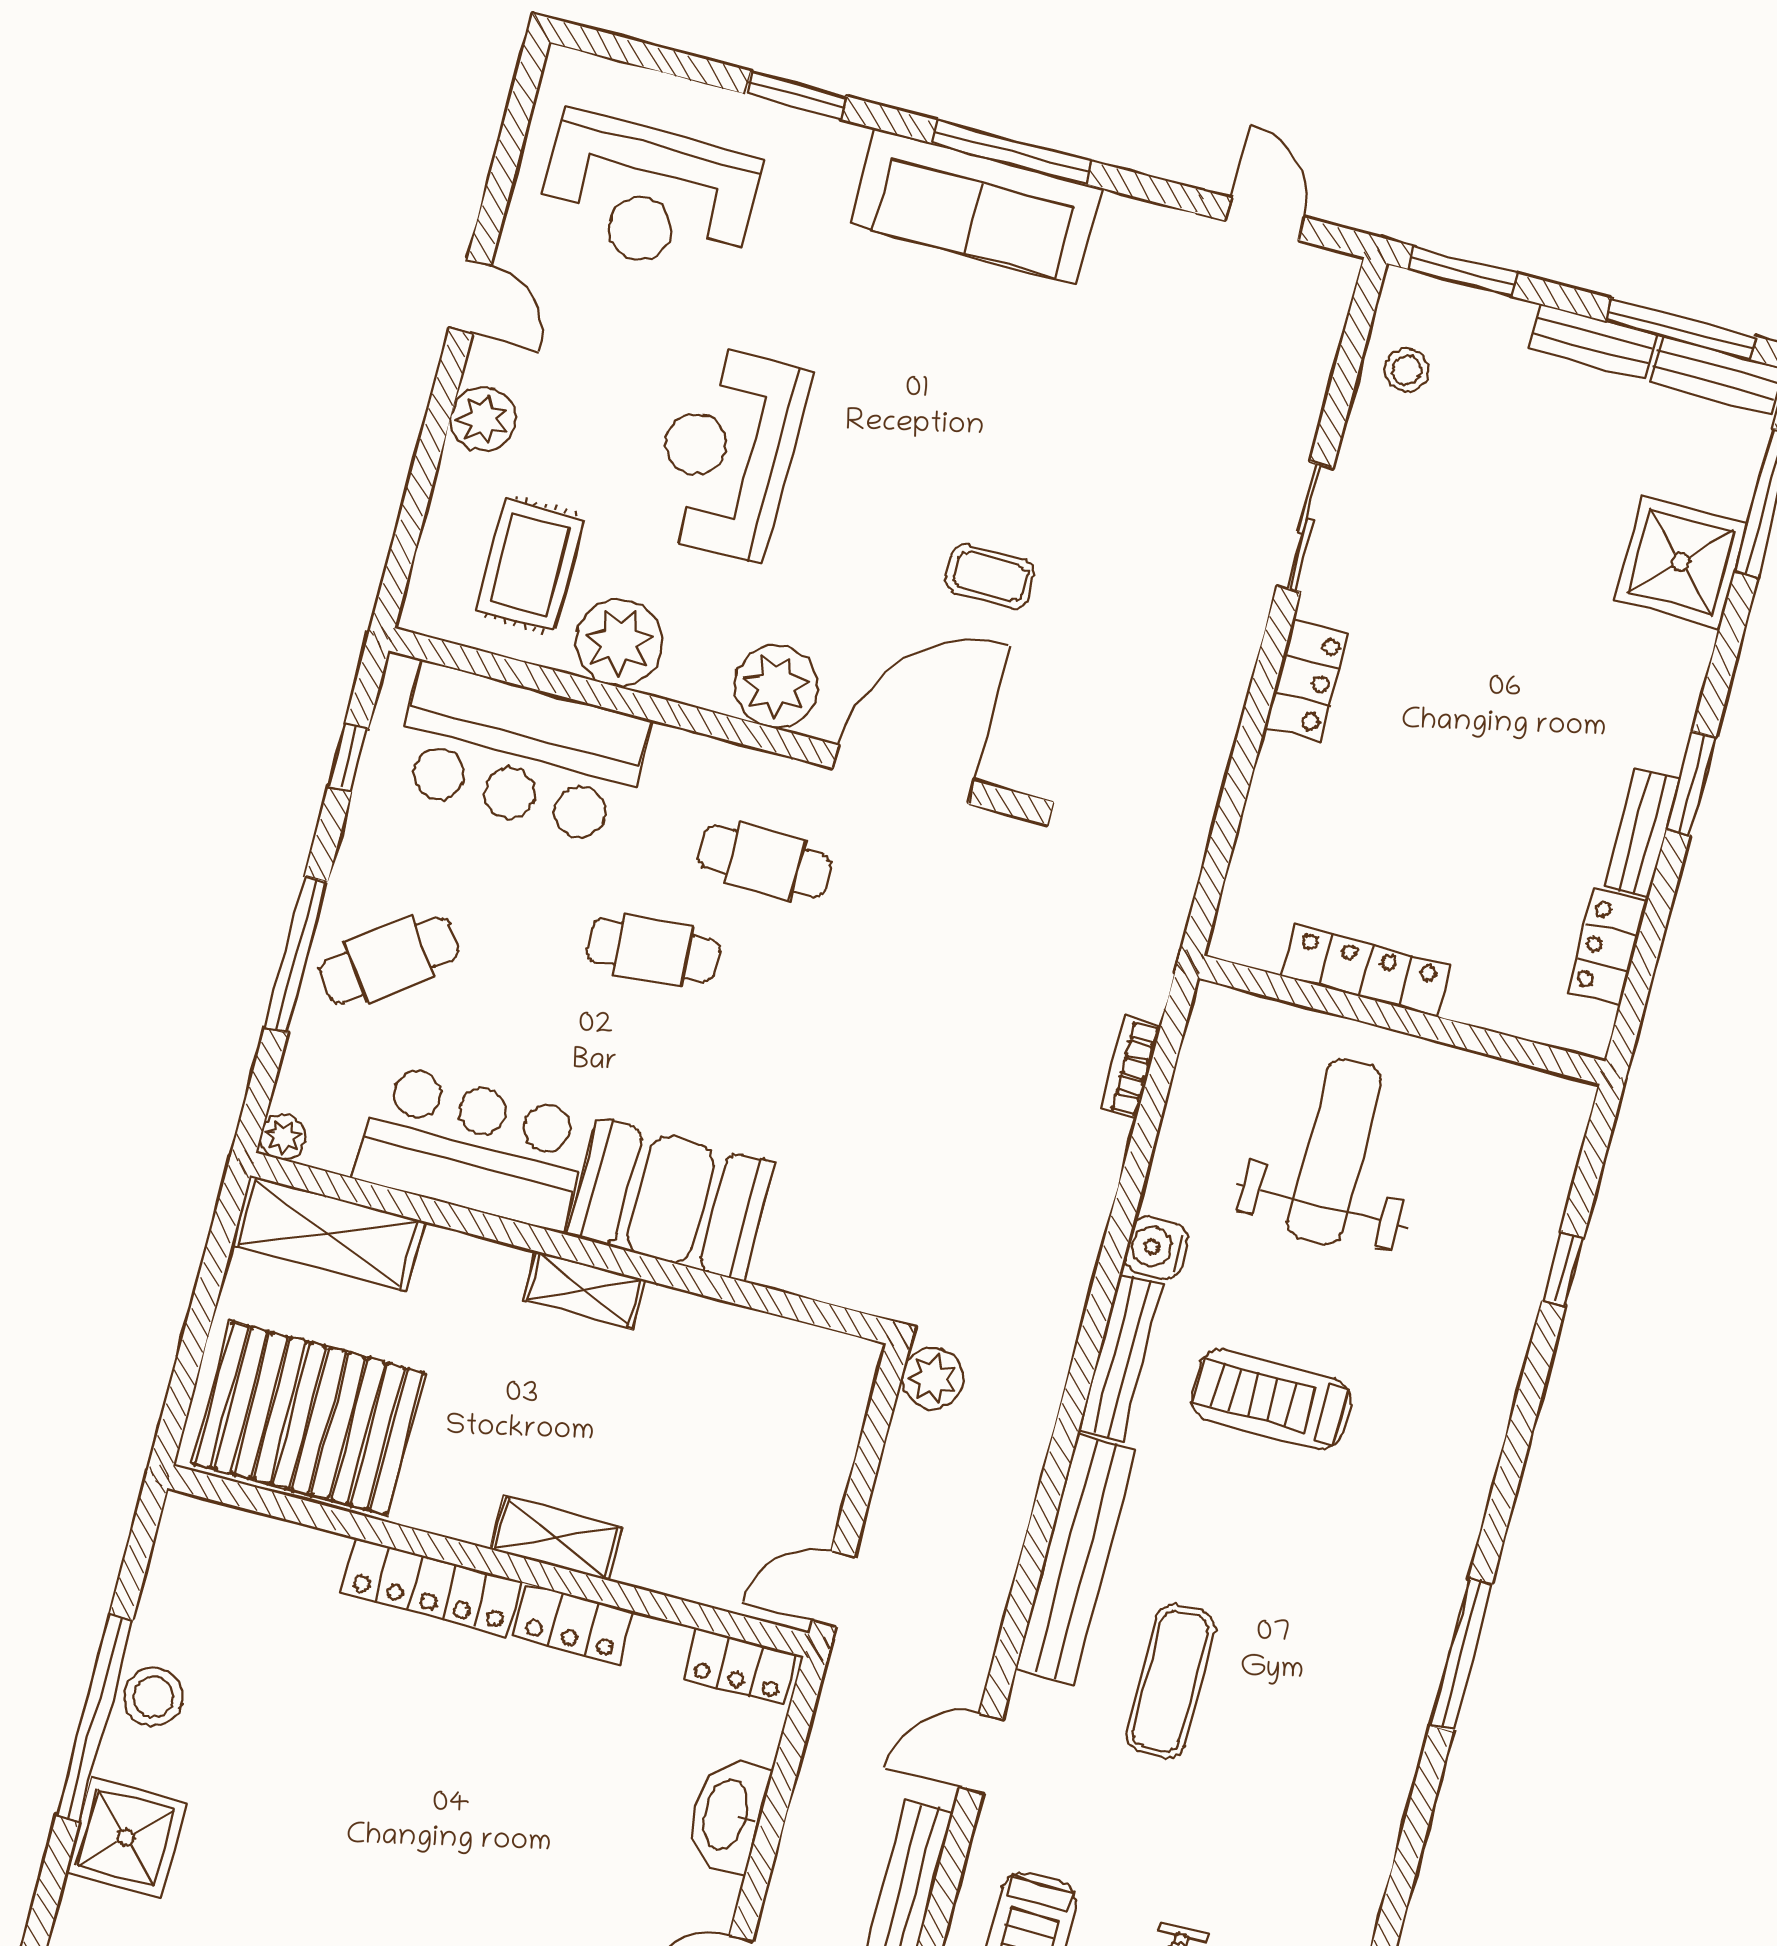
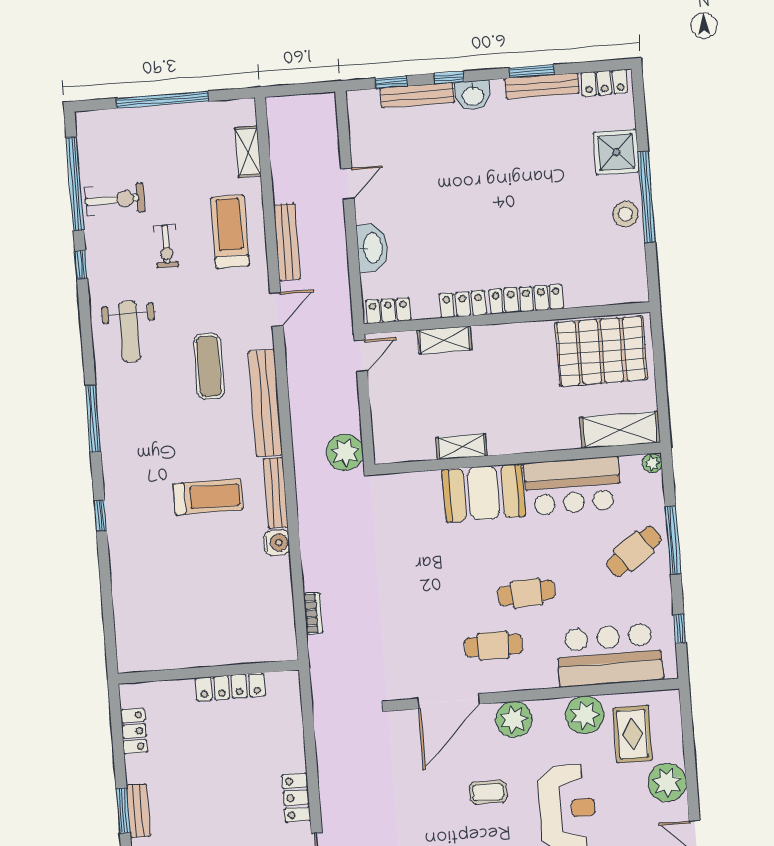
plant: (483, 419) -> (667, 783), width x1.36, depth x1.36
coffee table: (990, 576) -> (488, 792), moved
bench: (1642, 833) -> (138, 811), moved
weight bench: (1335, 1152) -> (129, 331), moved, width x0.73, depth x0.75
window: (1563, 1269) -> (100, 516), moved
shelving: (584, 1290) -> (461, 447), moved
plant: (933, 1379) -> (345, 452), width x1.36, depth x1.36
shelving: (556, 1538) -> (445, 340), moved

